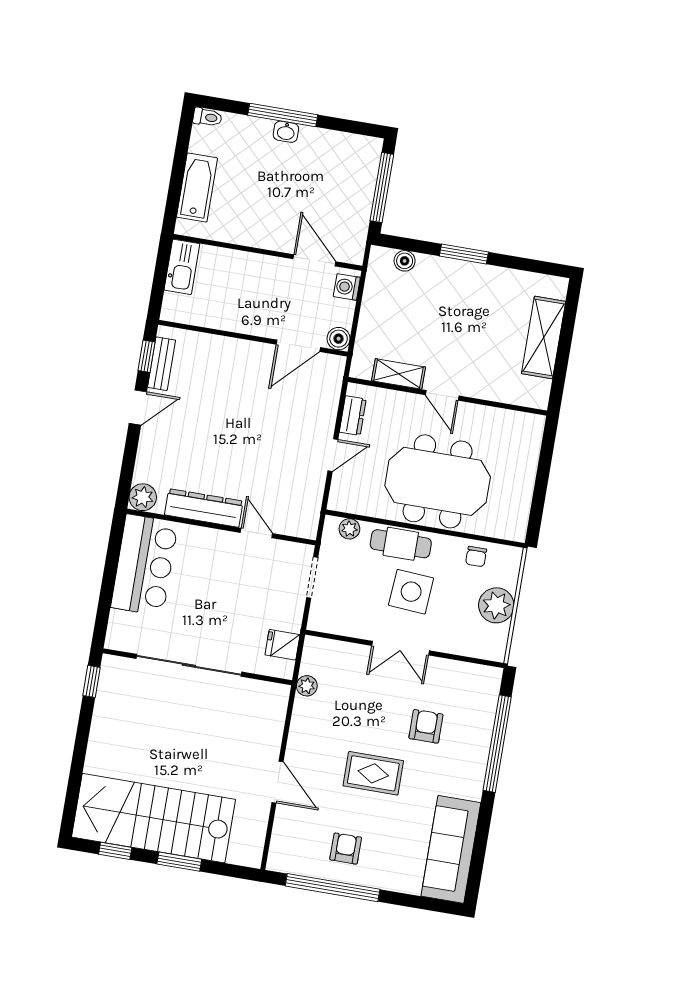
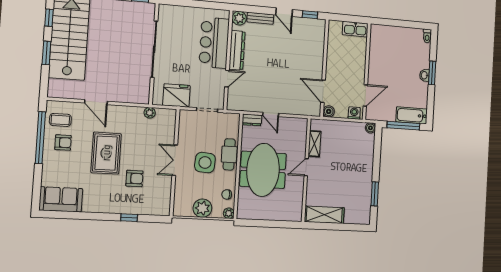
window: (283, 115) -> (432, 73), width x0.69
bathtub: (197, 187) -> (412, 115), moved, turned 180
window: (464, 254) -> (375, 194), moved
boiler: (405, 261) -> (370, 128), moved
shelving: (544, 338) -> (324, 215), moved
bench: (162, 364) -> (260, 18), moved
dresser: (353, 416) -> (252, 120), moved
plant: (349, 529) -> (229, 213), moved
bar counter: (144, 565) -> (214, 43), moved, turned 90
fridge: (282, 645) -> (176, 95), width x1.88, depth x1.34
window: (497, 744) -> (129, 218), width x0.32
rug: (373, 773) -> (106, 153), width x1.36, depth x1.43
door: (278, 782) -> (96, 102), hinge flipped
coffee table: (304, 849) -> (60, 120), added
sofa: (451, 849) -> (61, 199), width x0.73

